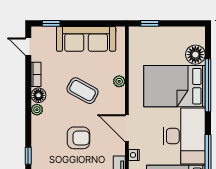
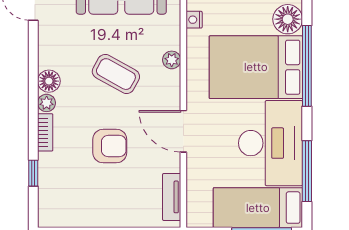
bookcase: (36, 74) -> (45, 132), moved
nightstand: (134, 155) -> (194, 20), moved

